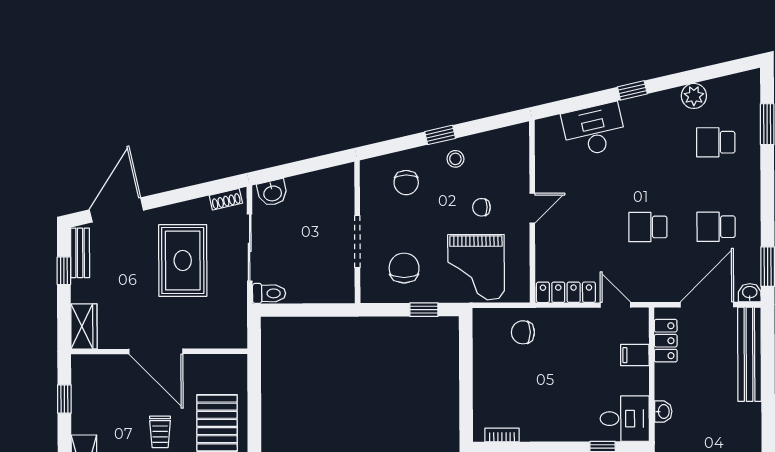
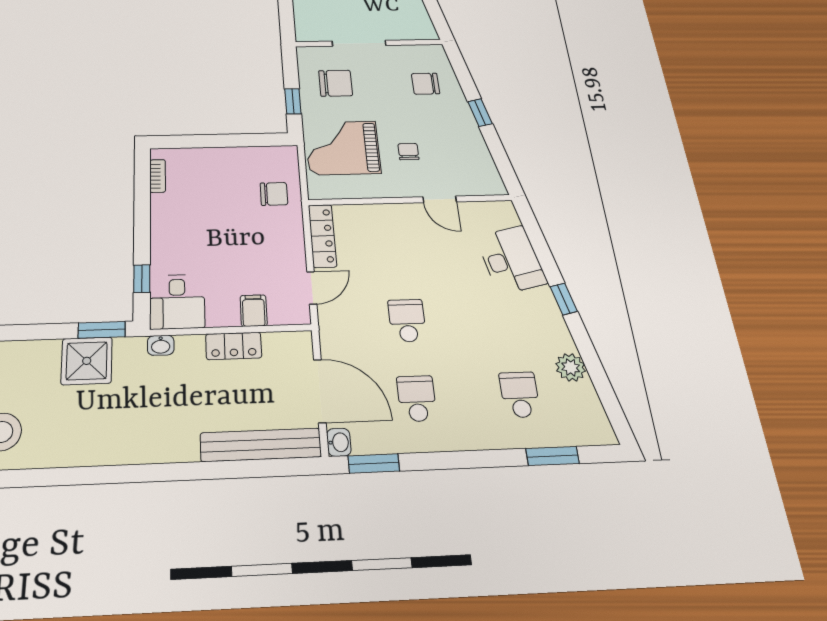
stool: (455, 159) -> (457, 127), removed
door: (532, 208) -> (440, 199), moved
chair: (523, 332) -> (274, 194), turned 90
locker: (666, 341) -> (234, 346), moved
washbasin: (663, 411) -> (161, 345), moved

